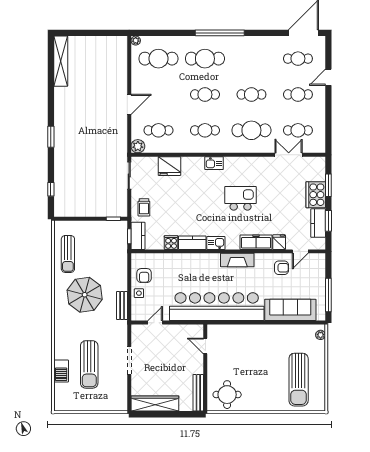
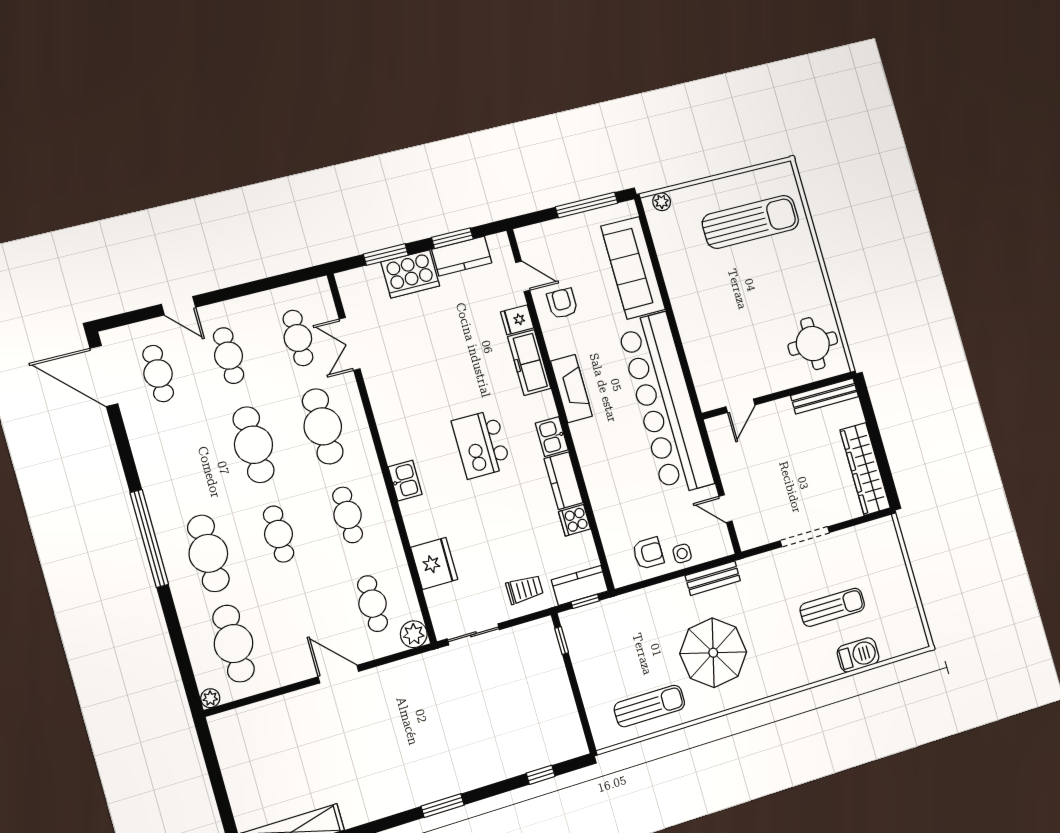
cafe table: (251, 94) -> (254, 445), width x1.37, depth x1.35
kitchen island: (241, 198) -> (481, 444), moved
sun lounger: (89, 364) -> (832, 607), width x0.73, depth x0.75

